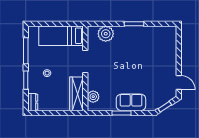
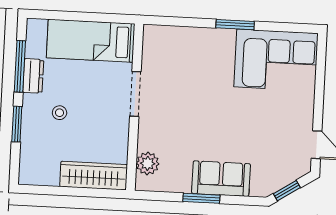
plant: (106, 34) -> (179, 41), removed
corner sofa: (156, 41) -> (276, 60), added
wardrobe: (76, 94) -> (94, 176), moved, turned 90
dresser: (33, 102) -> (33, 76), moved

